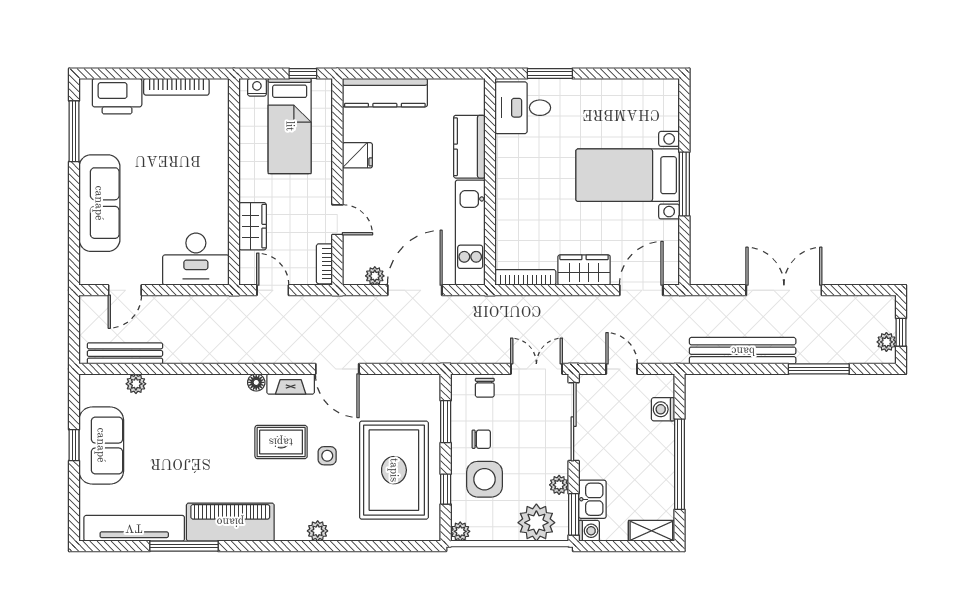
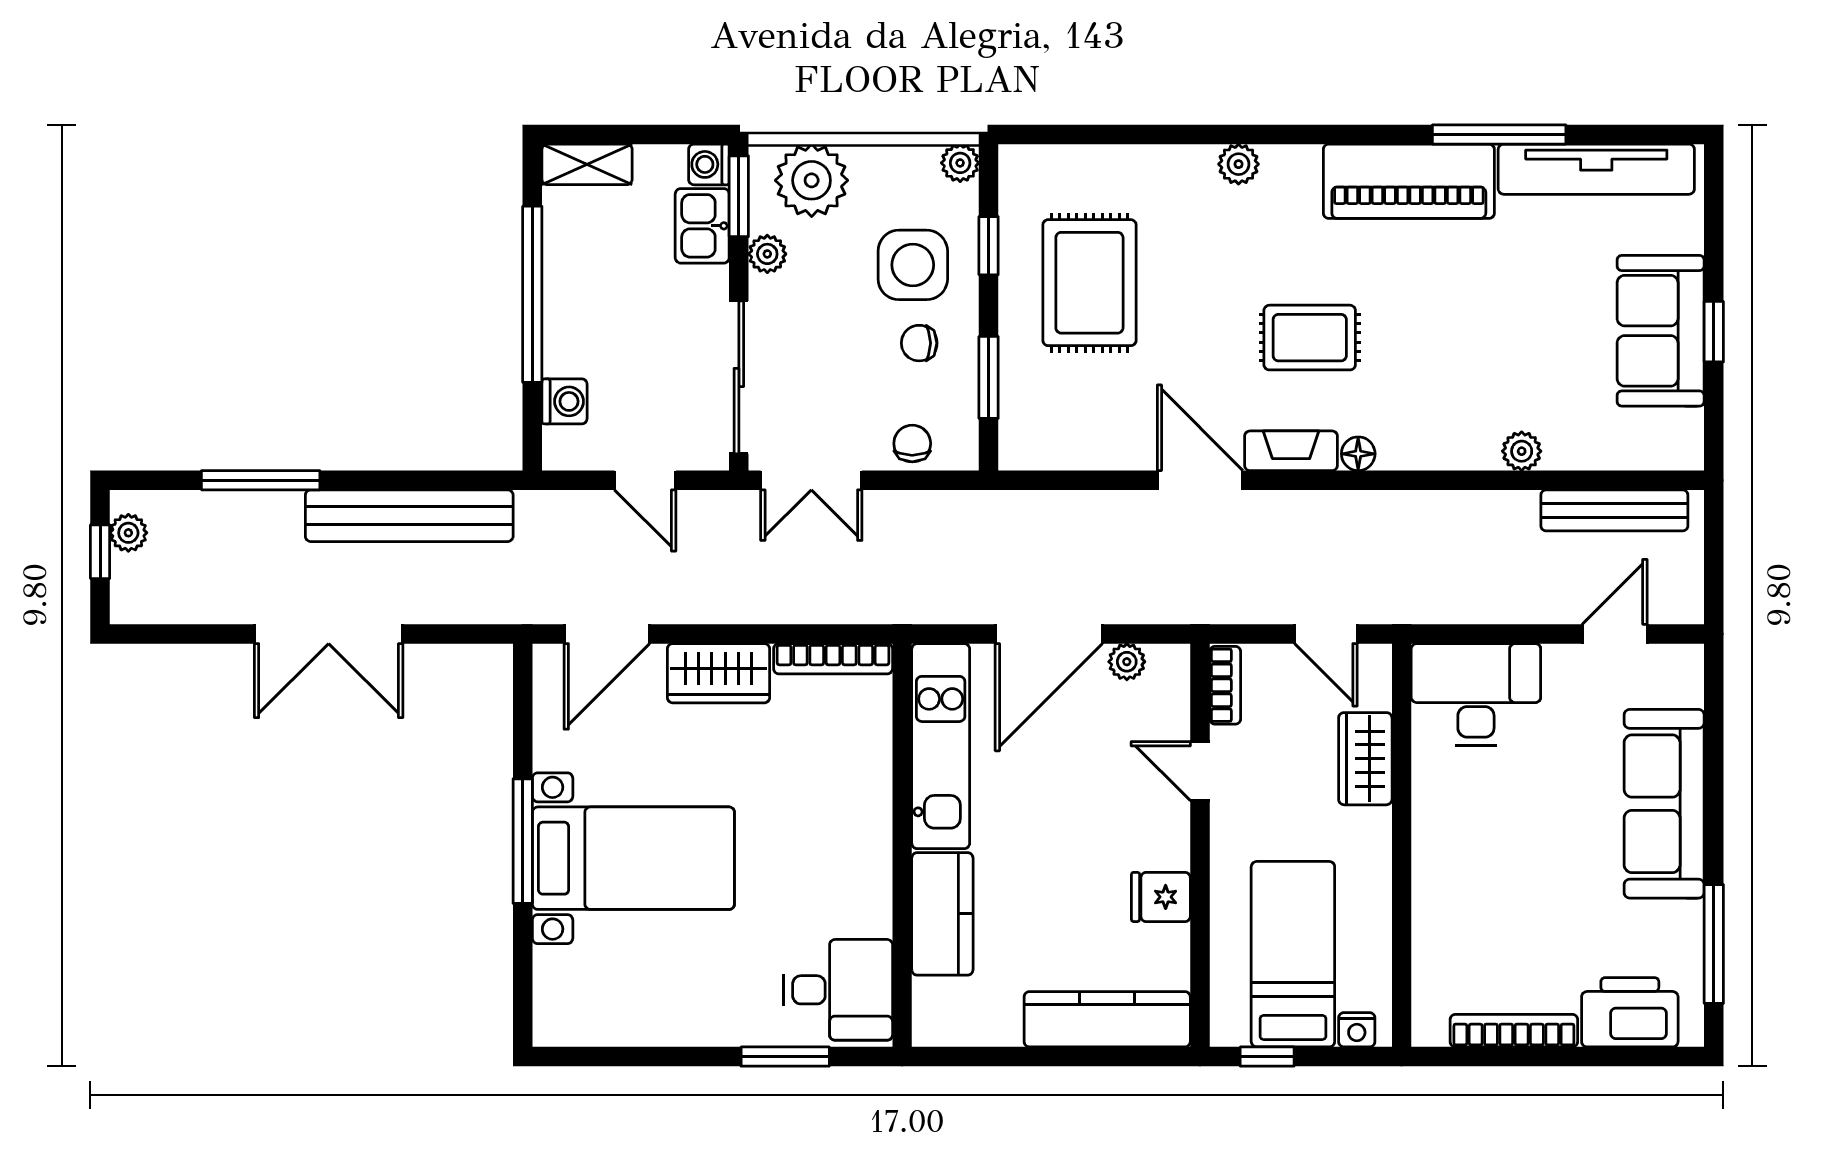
plant: (136, 384) -> (1522, 451), moved
side table: (327, 456) -> (1220, 311), removed
rug: (394, 470) -> (1089, 283), width x0.73, depth x0.69

